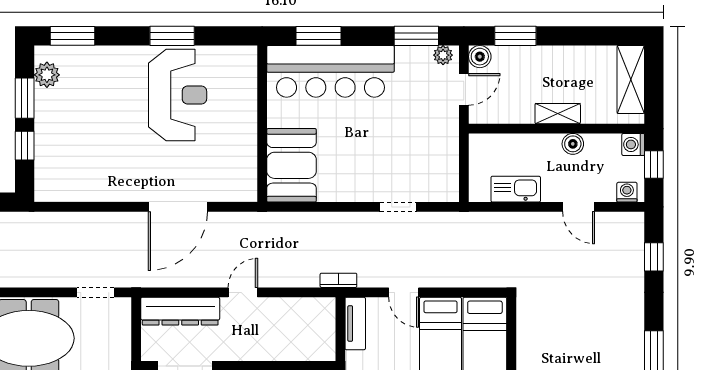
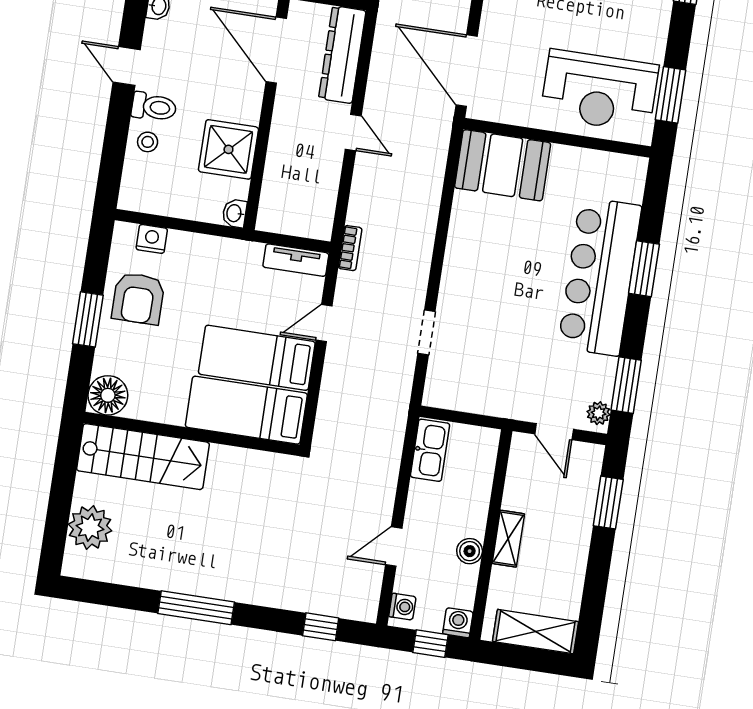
boiler: (480, 57) -> (590, 457), removed
wall: (262, 124) -> (557, 138), moved
booth: (292, 165) -> (503, 165), moved
kitchen sink: (516, 189) -> (430, 450), moved

